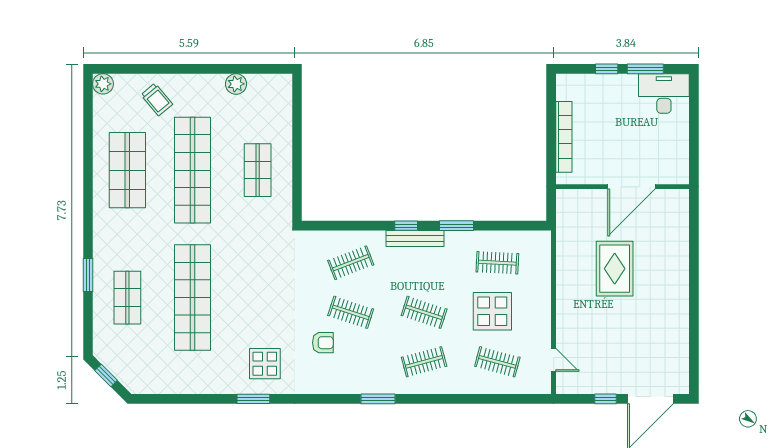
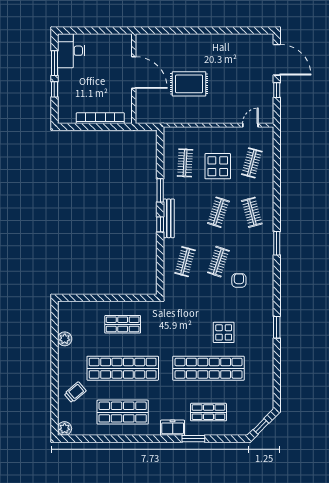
freezer: (104, 244) -> (173, 428), added
clothes rail: (351, 263) -> (185, 262), turned 36
display table: (265, 364) -> (224, 332), moved

